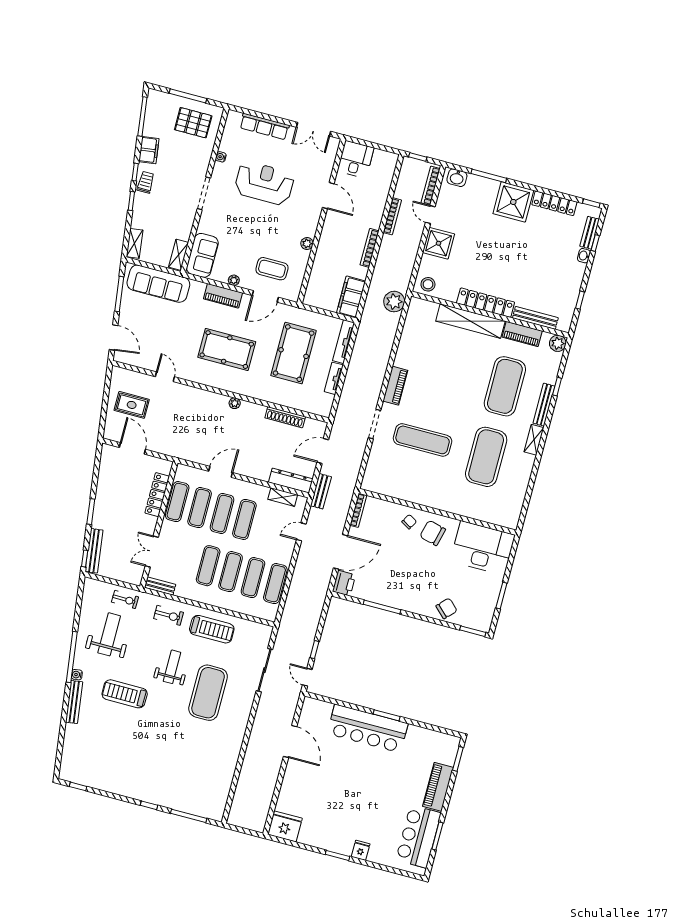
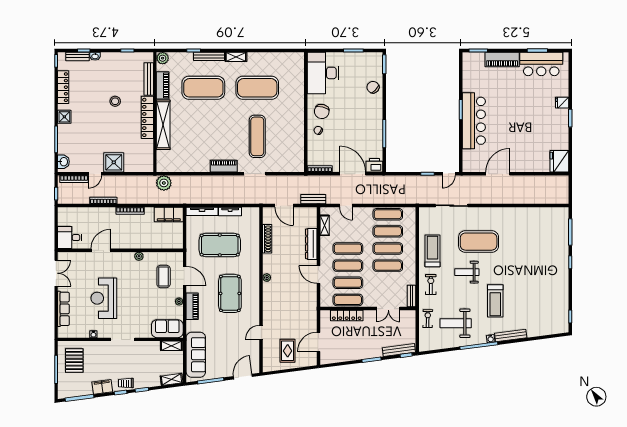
shower: (513, 202) -> (64, 117), width x0.54, depth x0.54
stool: (428, 284) -> (115, 101), moved
dresser: (291, 481) -> (311, 244), moved

